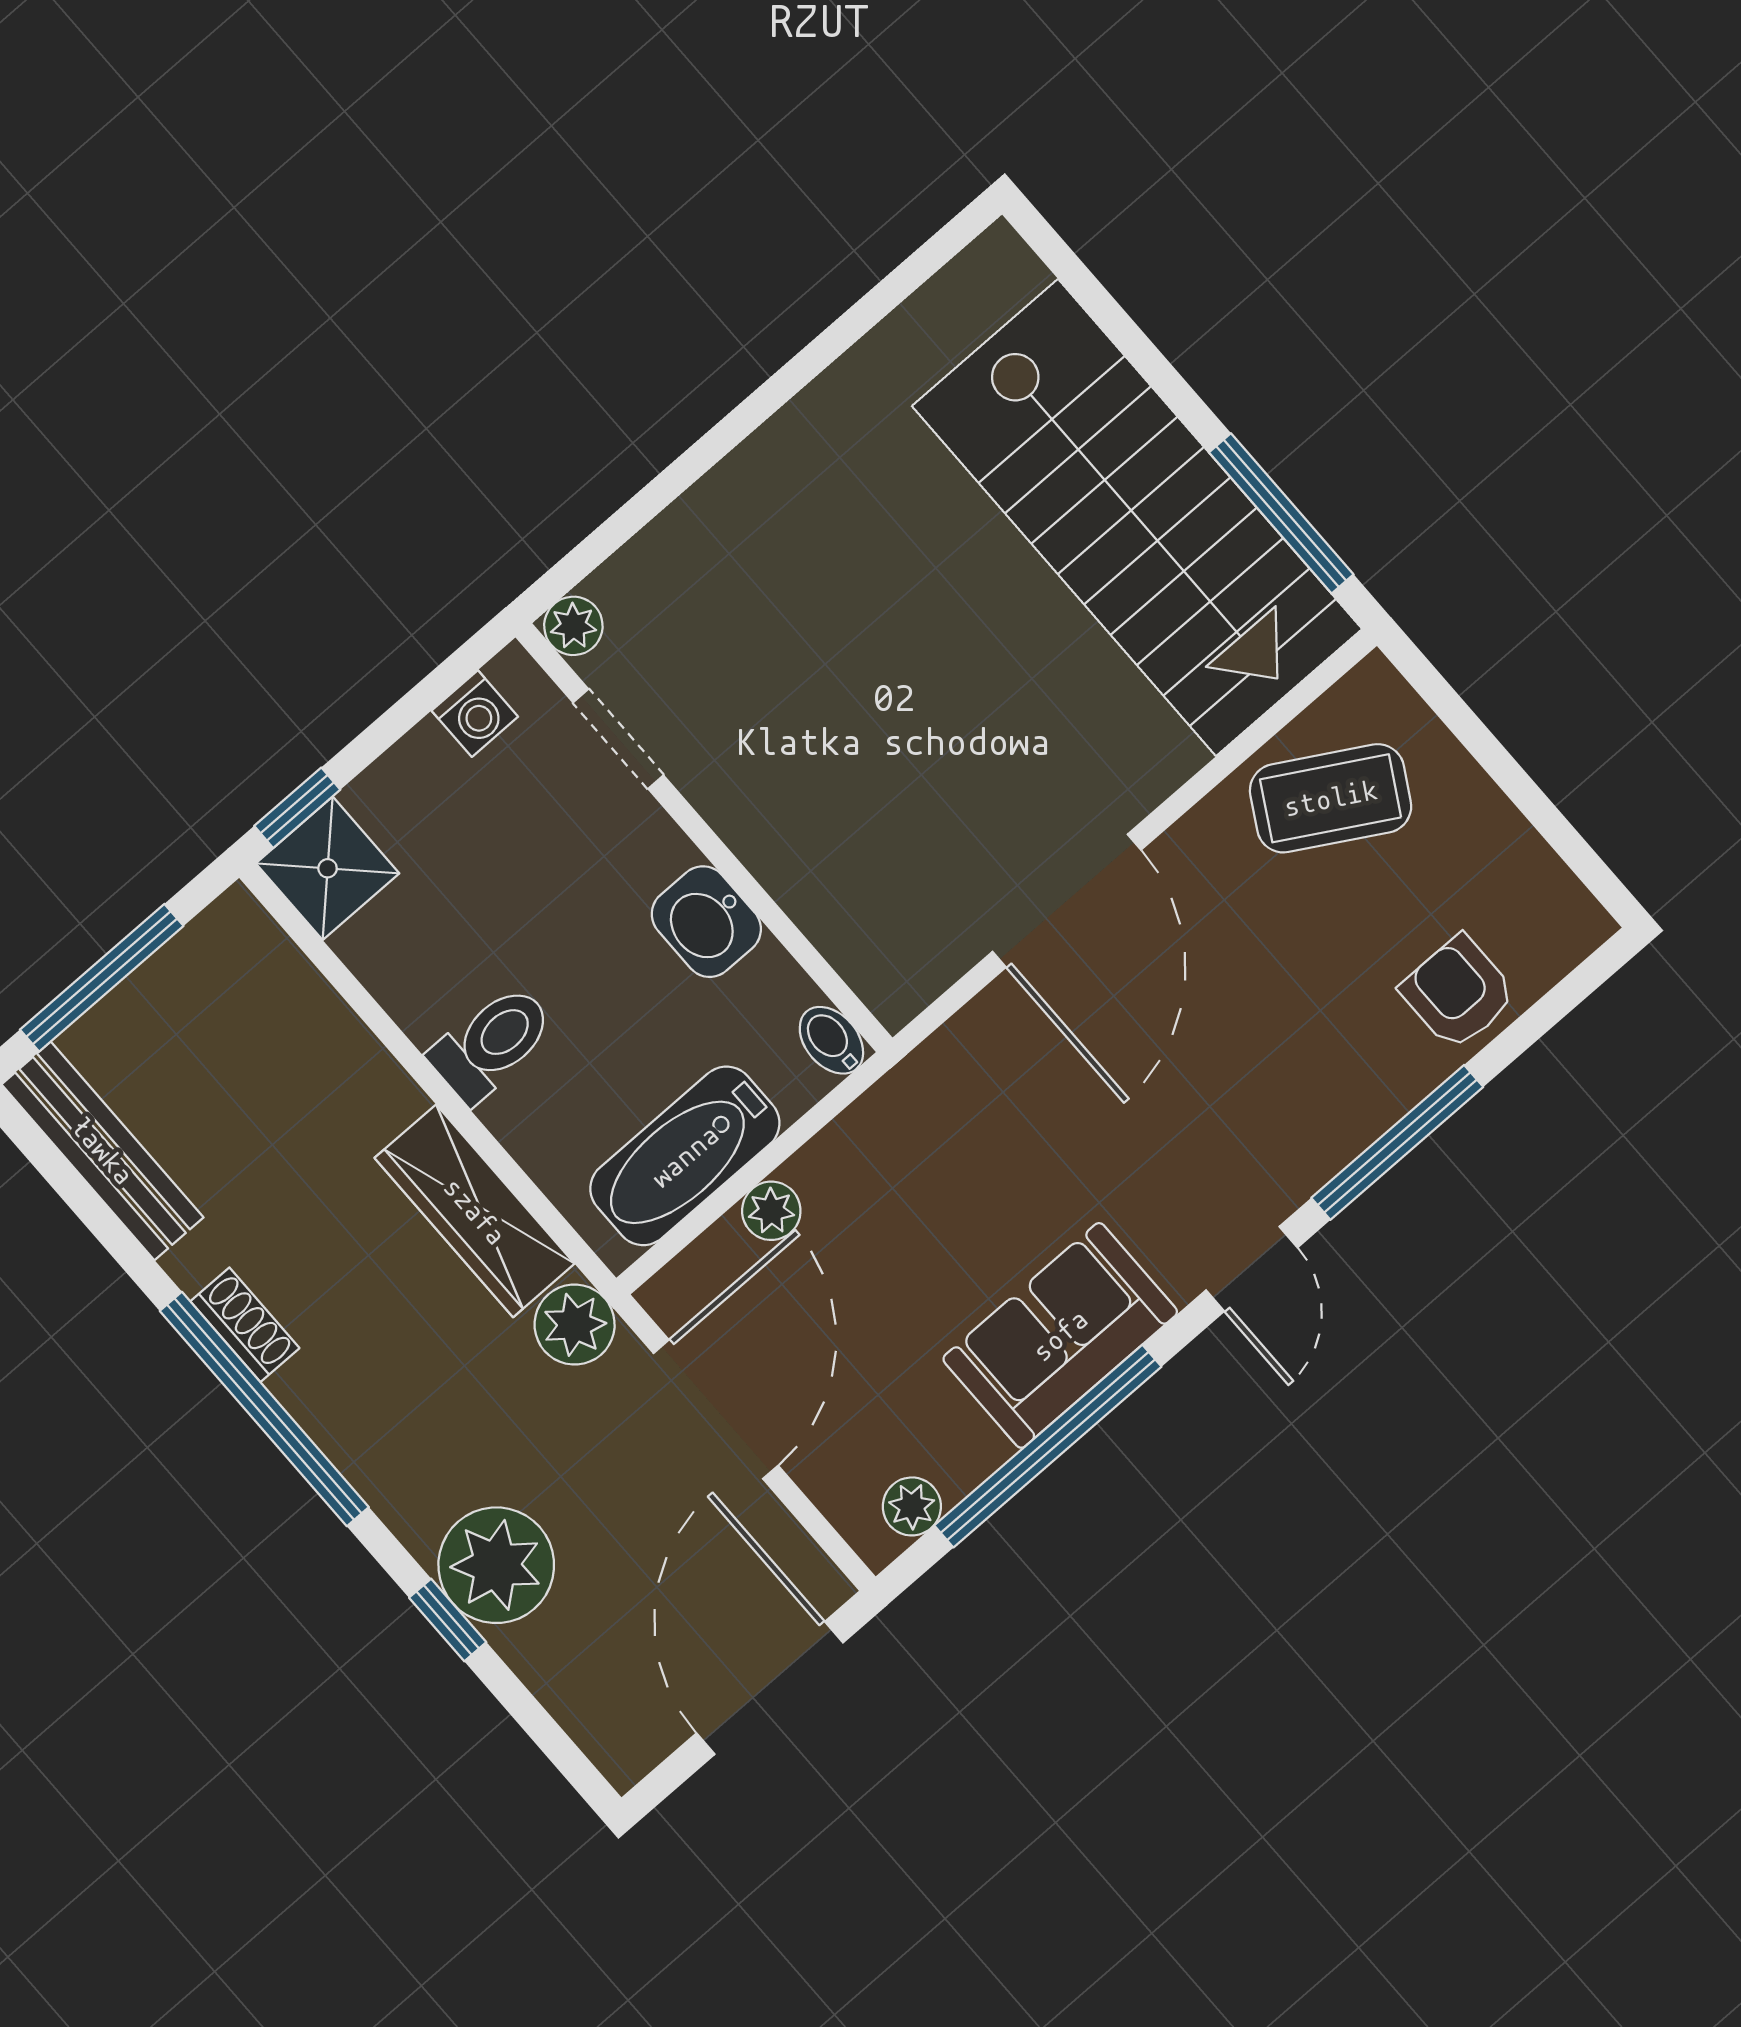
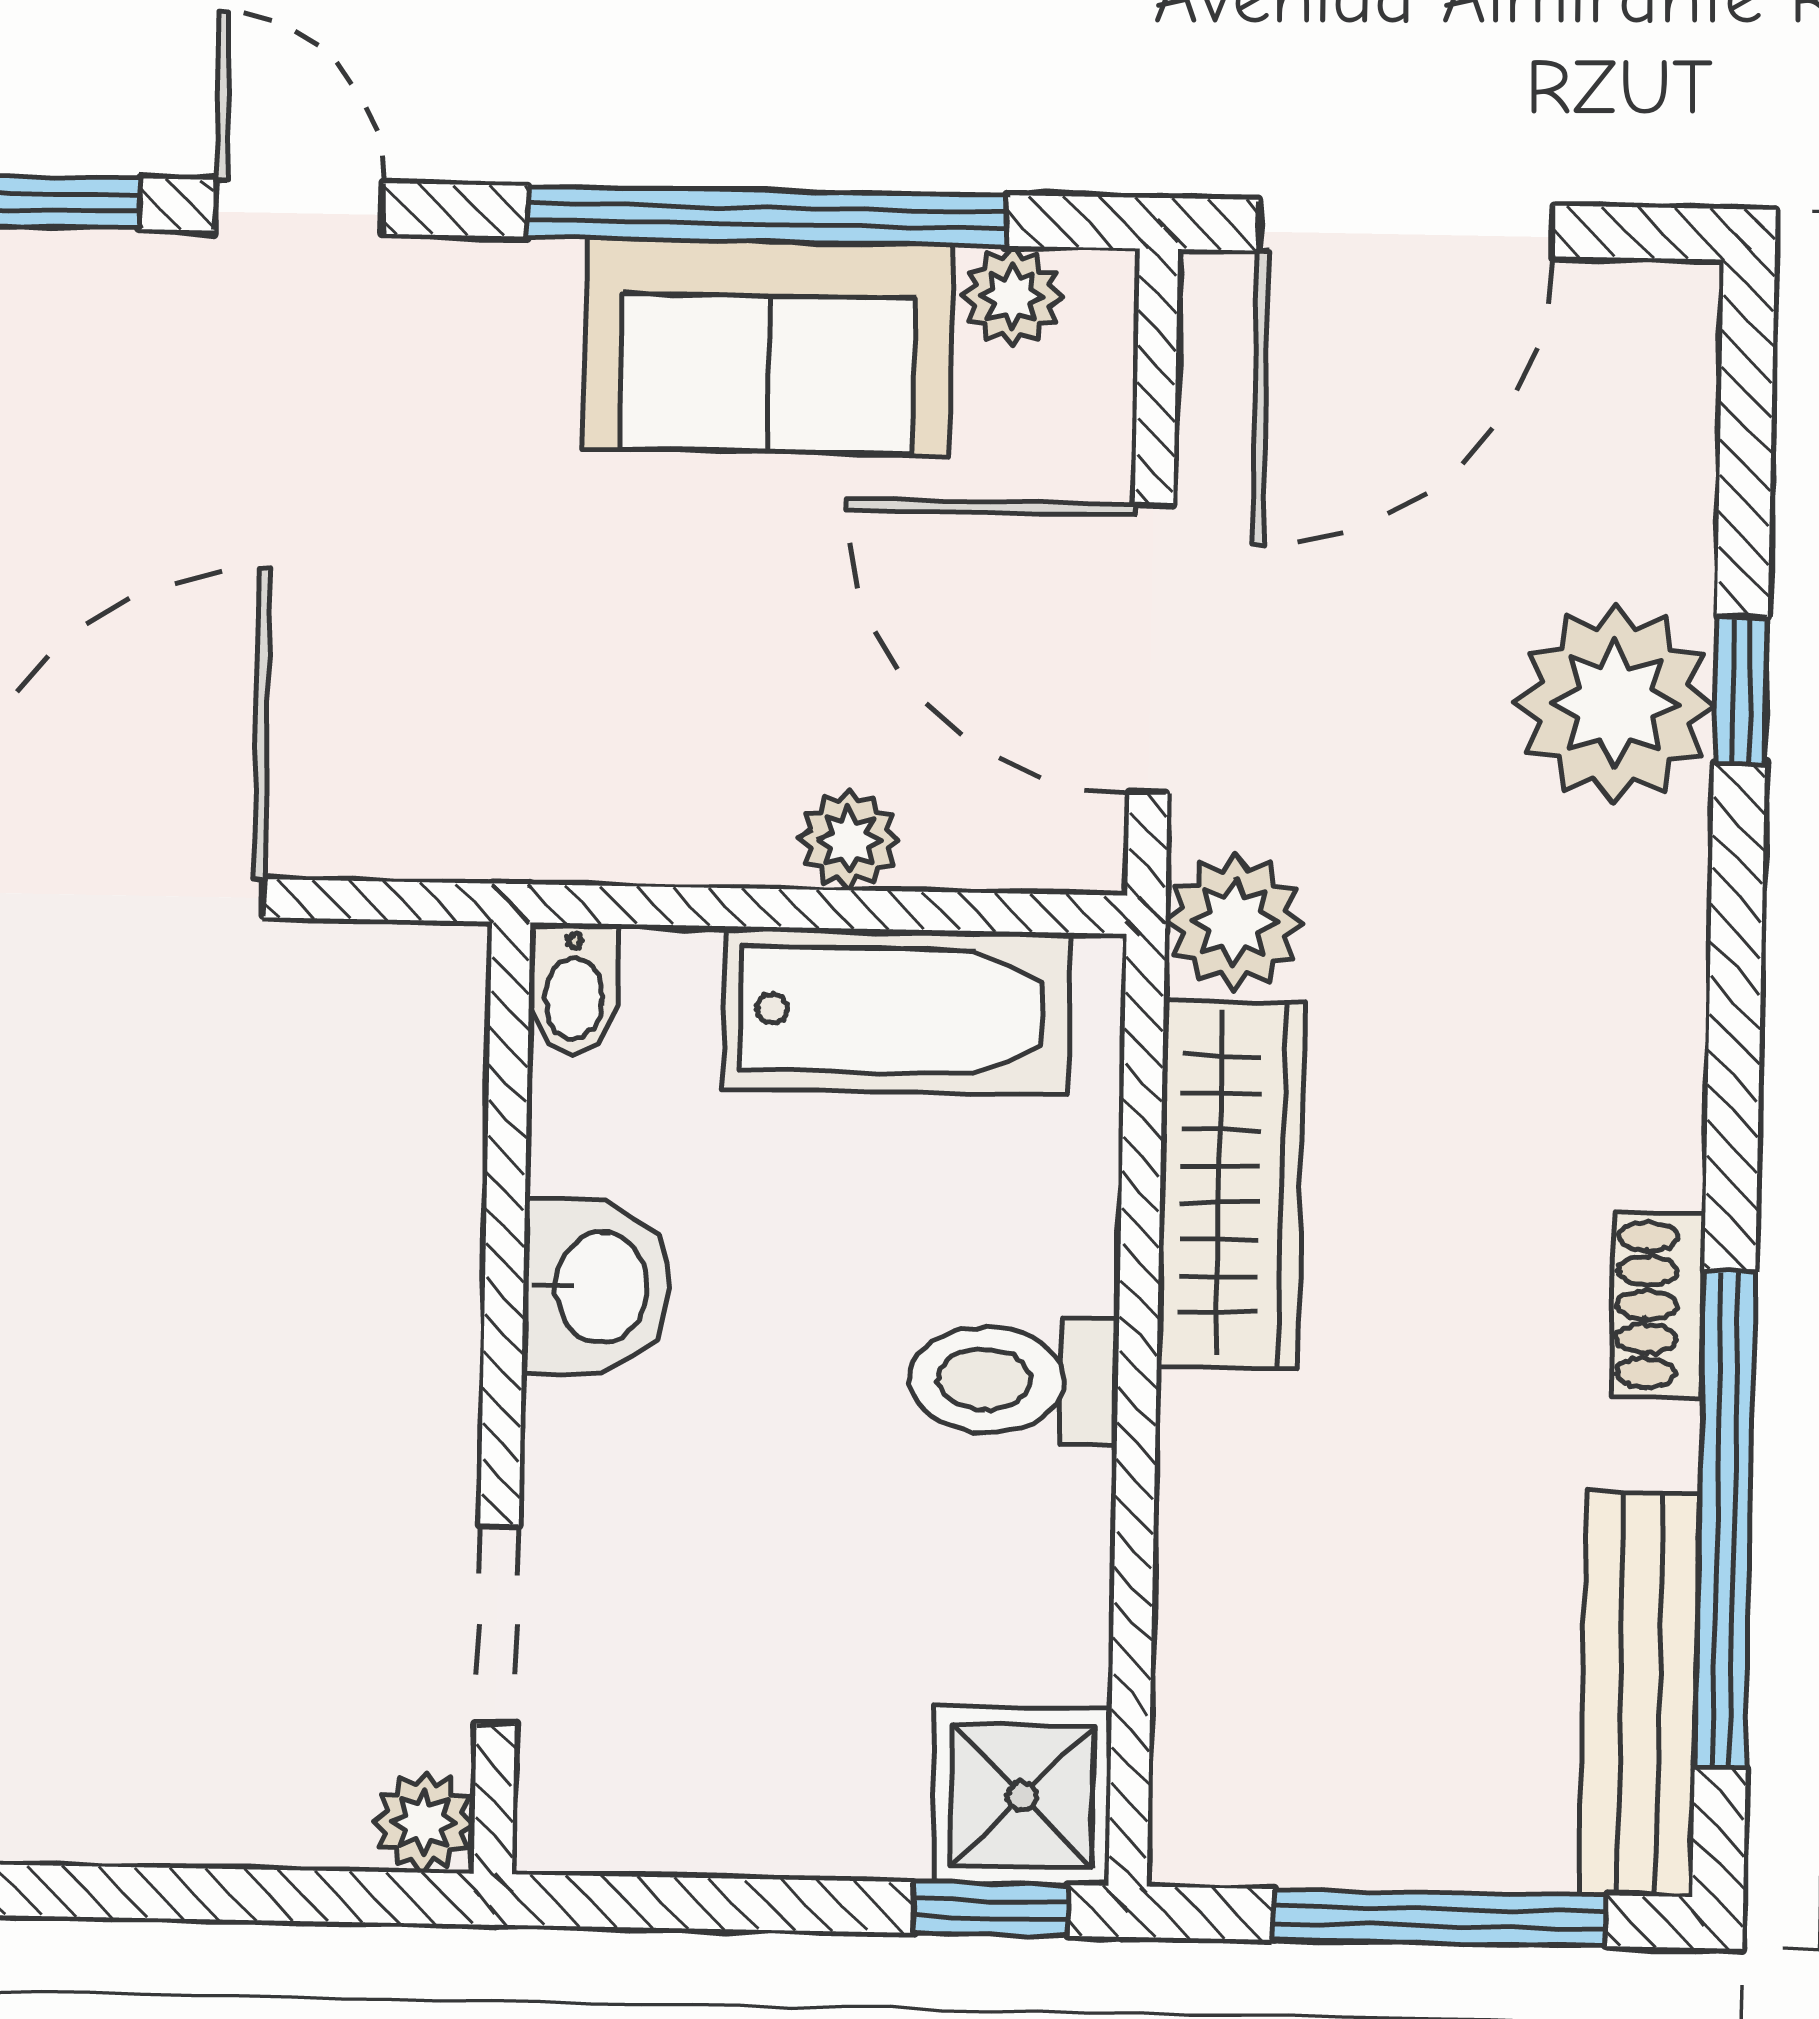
washing machine: (475, 714) -> (653, 1824), removed
door: (1252, 1269) -> (299, 207), hinge flipped
sofa: (1060, 1335) -> (768, 347), moved
window: (264, 1409) -> (1725, 1519), moved
door: (716, 1409) -> (1151, 649), hinge flipped

